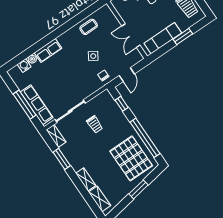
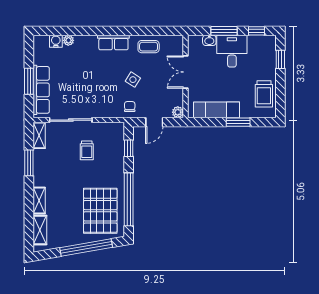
double door: (131, 36) -> (186, 72), moved
row of seats: (48, 50) -> (113, 43), moved
plant: (138, 57) -> (178, 112), added
window: (25, 105) -> (29, 81), width x0.69
window: (138, 189) -> (86, 248), width x2.11

